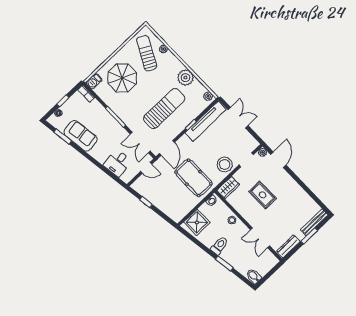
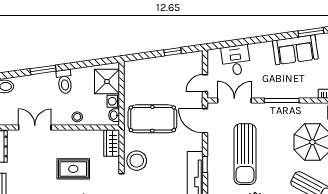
washing machine: (204, 209) -> (113, 101), added

